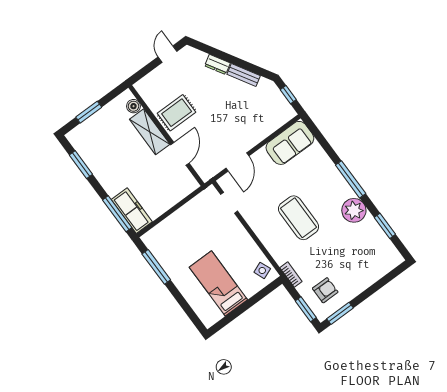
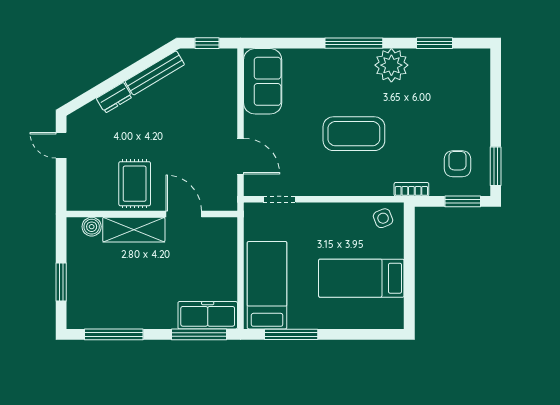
bench: (244, 75) -> (155, 73), width x1.36
window: (81, 165) -> (114, 334), width x1.44
bed: (174, 232) -> (267, 285), added

